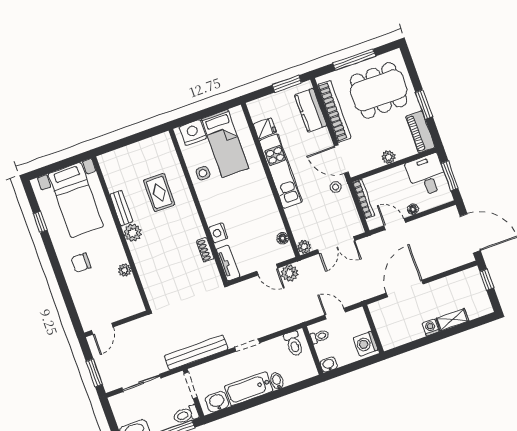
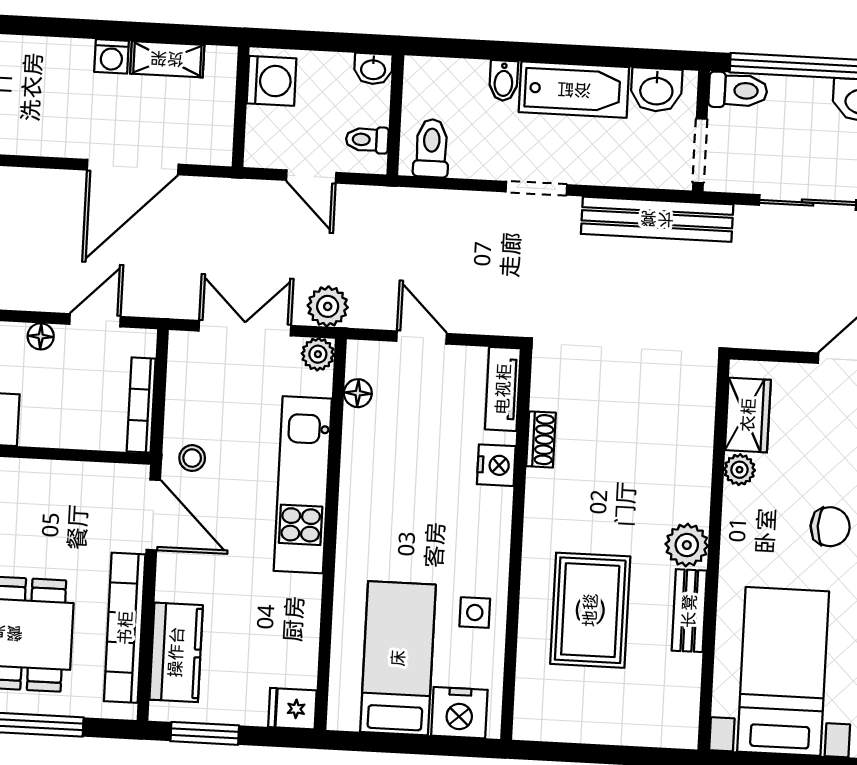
fridge: (265, 128) -> (292, 709), moved
plant: (389, 157) -> (46, 475), removed
kitchen unit: (281, 171) -> (303, 485), moved
rug: (159, 192) -> (590, 610), width x1.36, depth x1.43
door: (395, 224) -> (95, 320), swing flipped
plant: (290, 273) -> (328, 306), moved
wardrobe: (130, 292) -> (748, 415), added
shelving: (452, 320) -> (167, 59), moved

